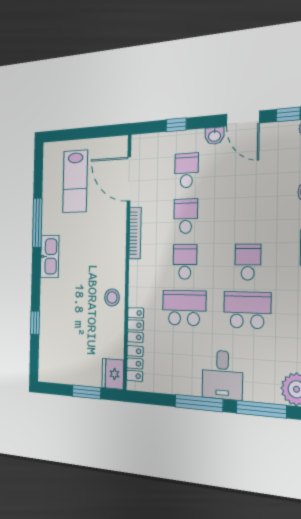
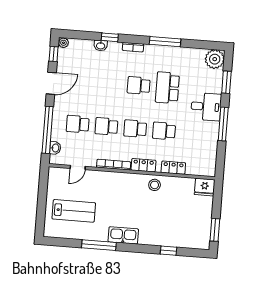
window: (176, 125) -> (48, 130), width x3.17
washbasin: (214, 136) -> (55, 148), moved
door: (129, 179) -> (78, 167), width x0.53
school desk: (184, 308) -> (164, 131), width x0.54
locker: (135, 363) -> (143, 165), moved
window: (87, 392) -> (215, 230), moved
window: (261, 409) -> (226, 82), width x0.69

